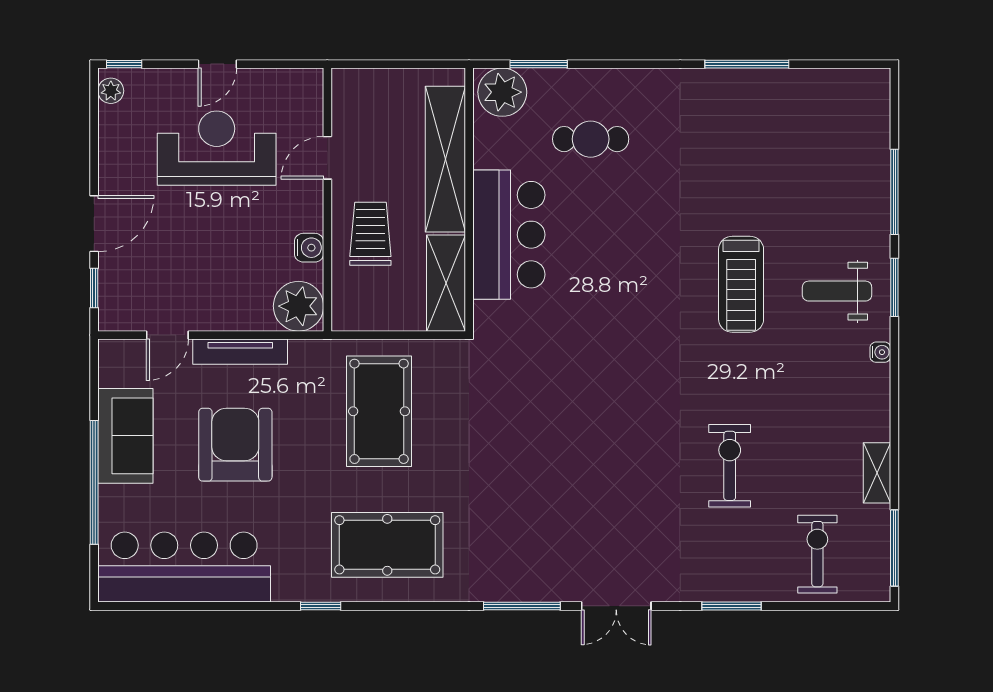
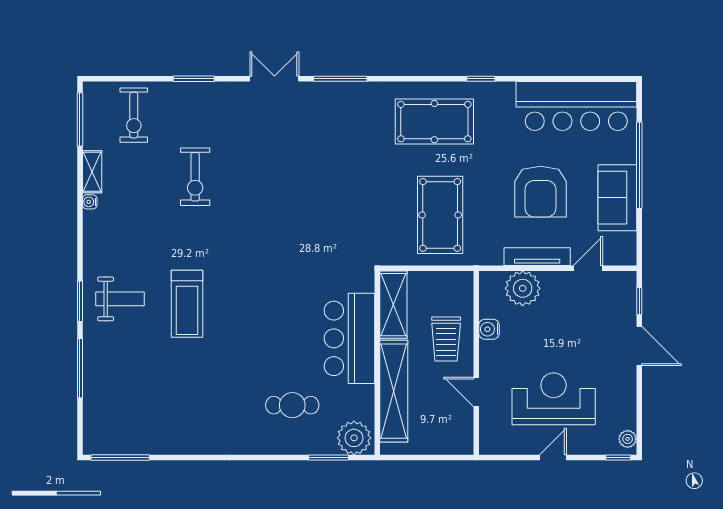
window: (747, 64) -> (120, 458), moved
reception desk: (217, 148) -> (554, 399), turned 180
door: (327, 158) -> (476, 392), swing flipped
door: (94, 224) -> (639, 346), swing flipped
treadmill: (741, 284) -> (187, 304), turned 180
plant: (298, 306) -> (523, 288), moved
water cooler: (880, 352) -> (90, 202), moved

